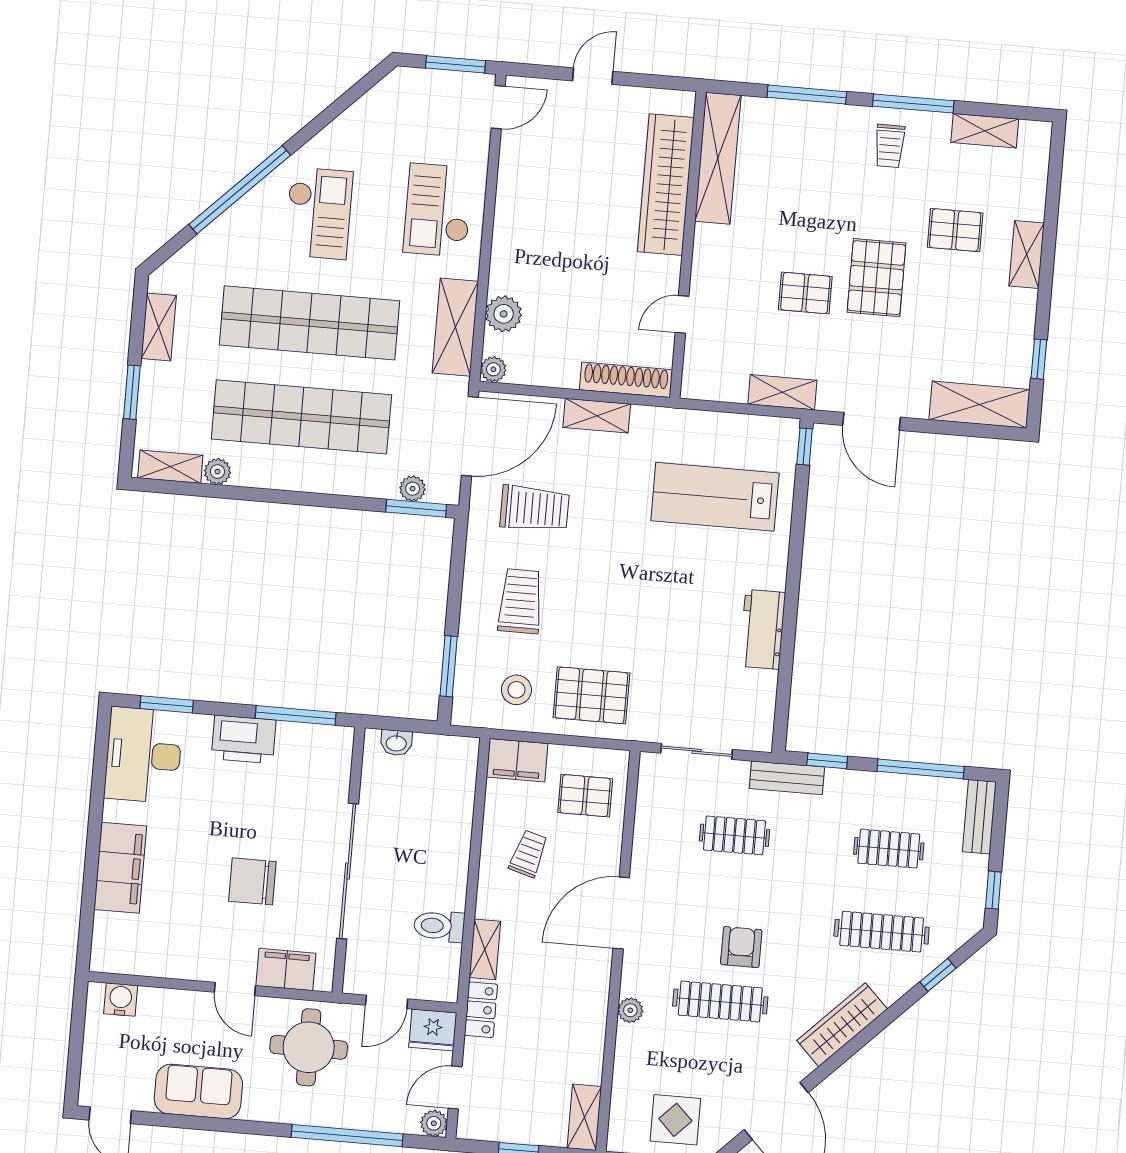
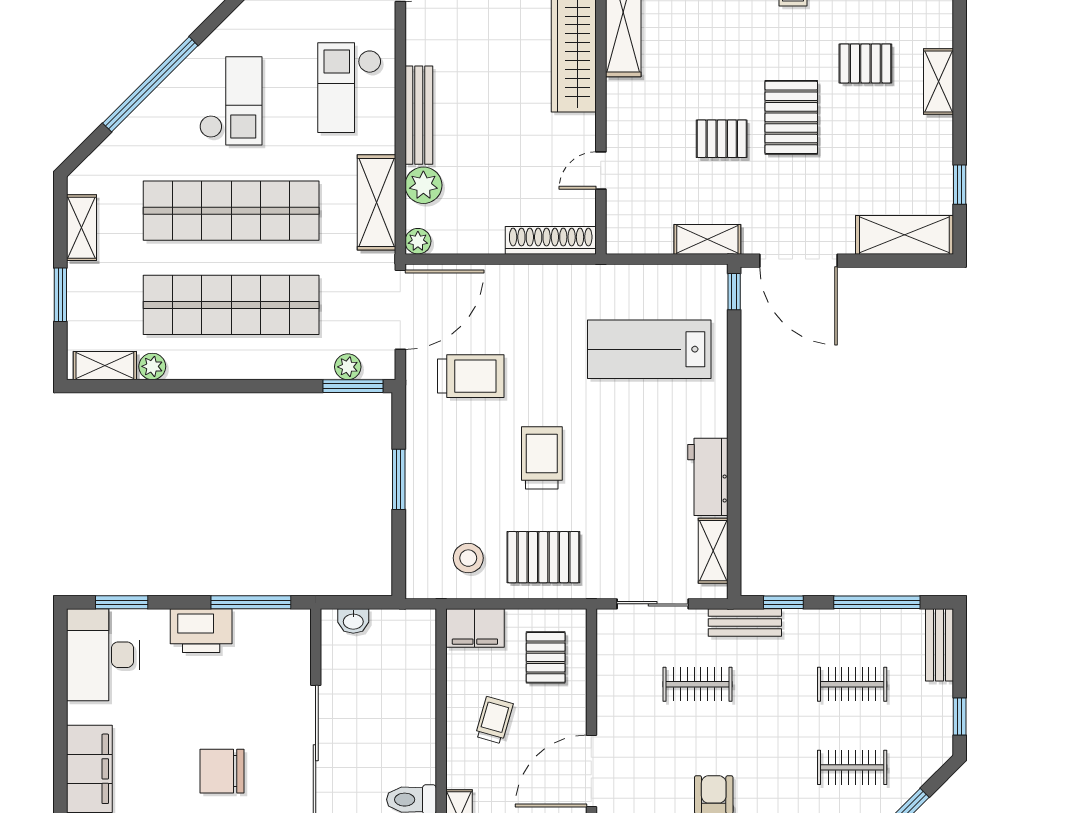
bench: (505, 244) -> (419, 115), added
shelving: (597, 416) -> (713, 551), moved, turned 90
door: (871, 421) -> (798, 261), width x1.36
trolley: (520, 601) -> (542, 458), moved
window: (449, 666) -> (399, 479), moved
pallet: (585, 796) -> (546, 657), turned 90
clothes rail: (882, 932) -> (852, 767), width x0.73

